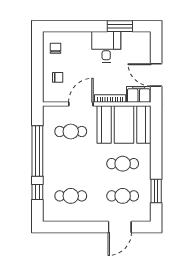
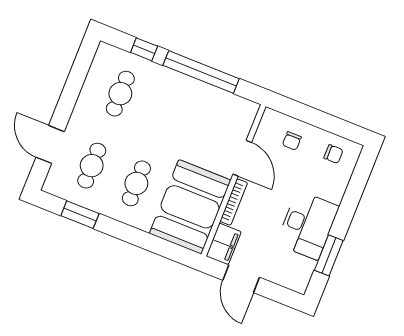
desk: (106, 47) -> (307, 225), width x1.37
door: (156, 75) -> (241, 279), swing flipped
cafe table: (71, 131) -> (210, 129), removed

